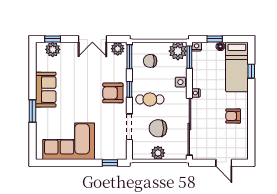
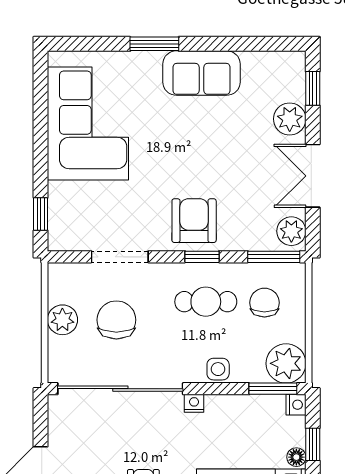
plant: (53, 49) -> (290, 119), moved
cafe table: (150, 99) -> (206, 302), moved, turned 90

